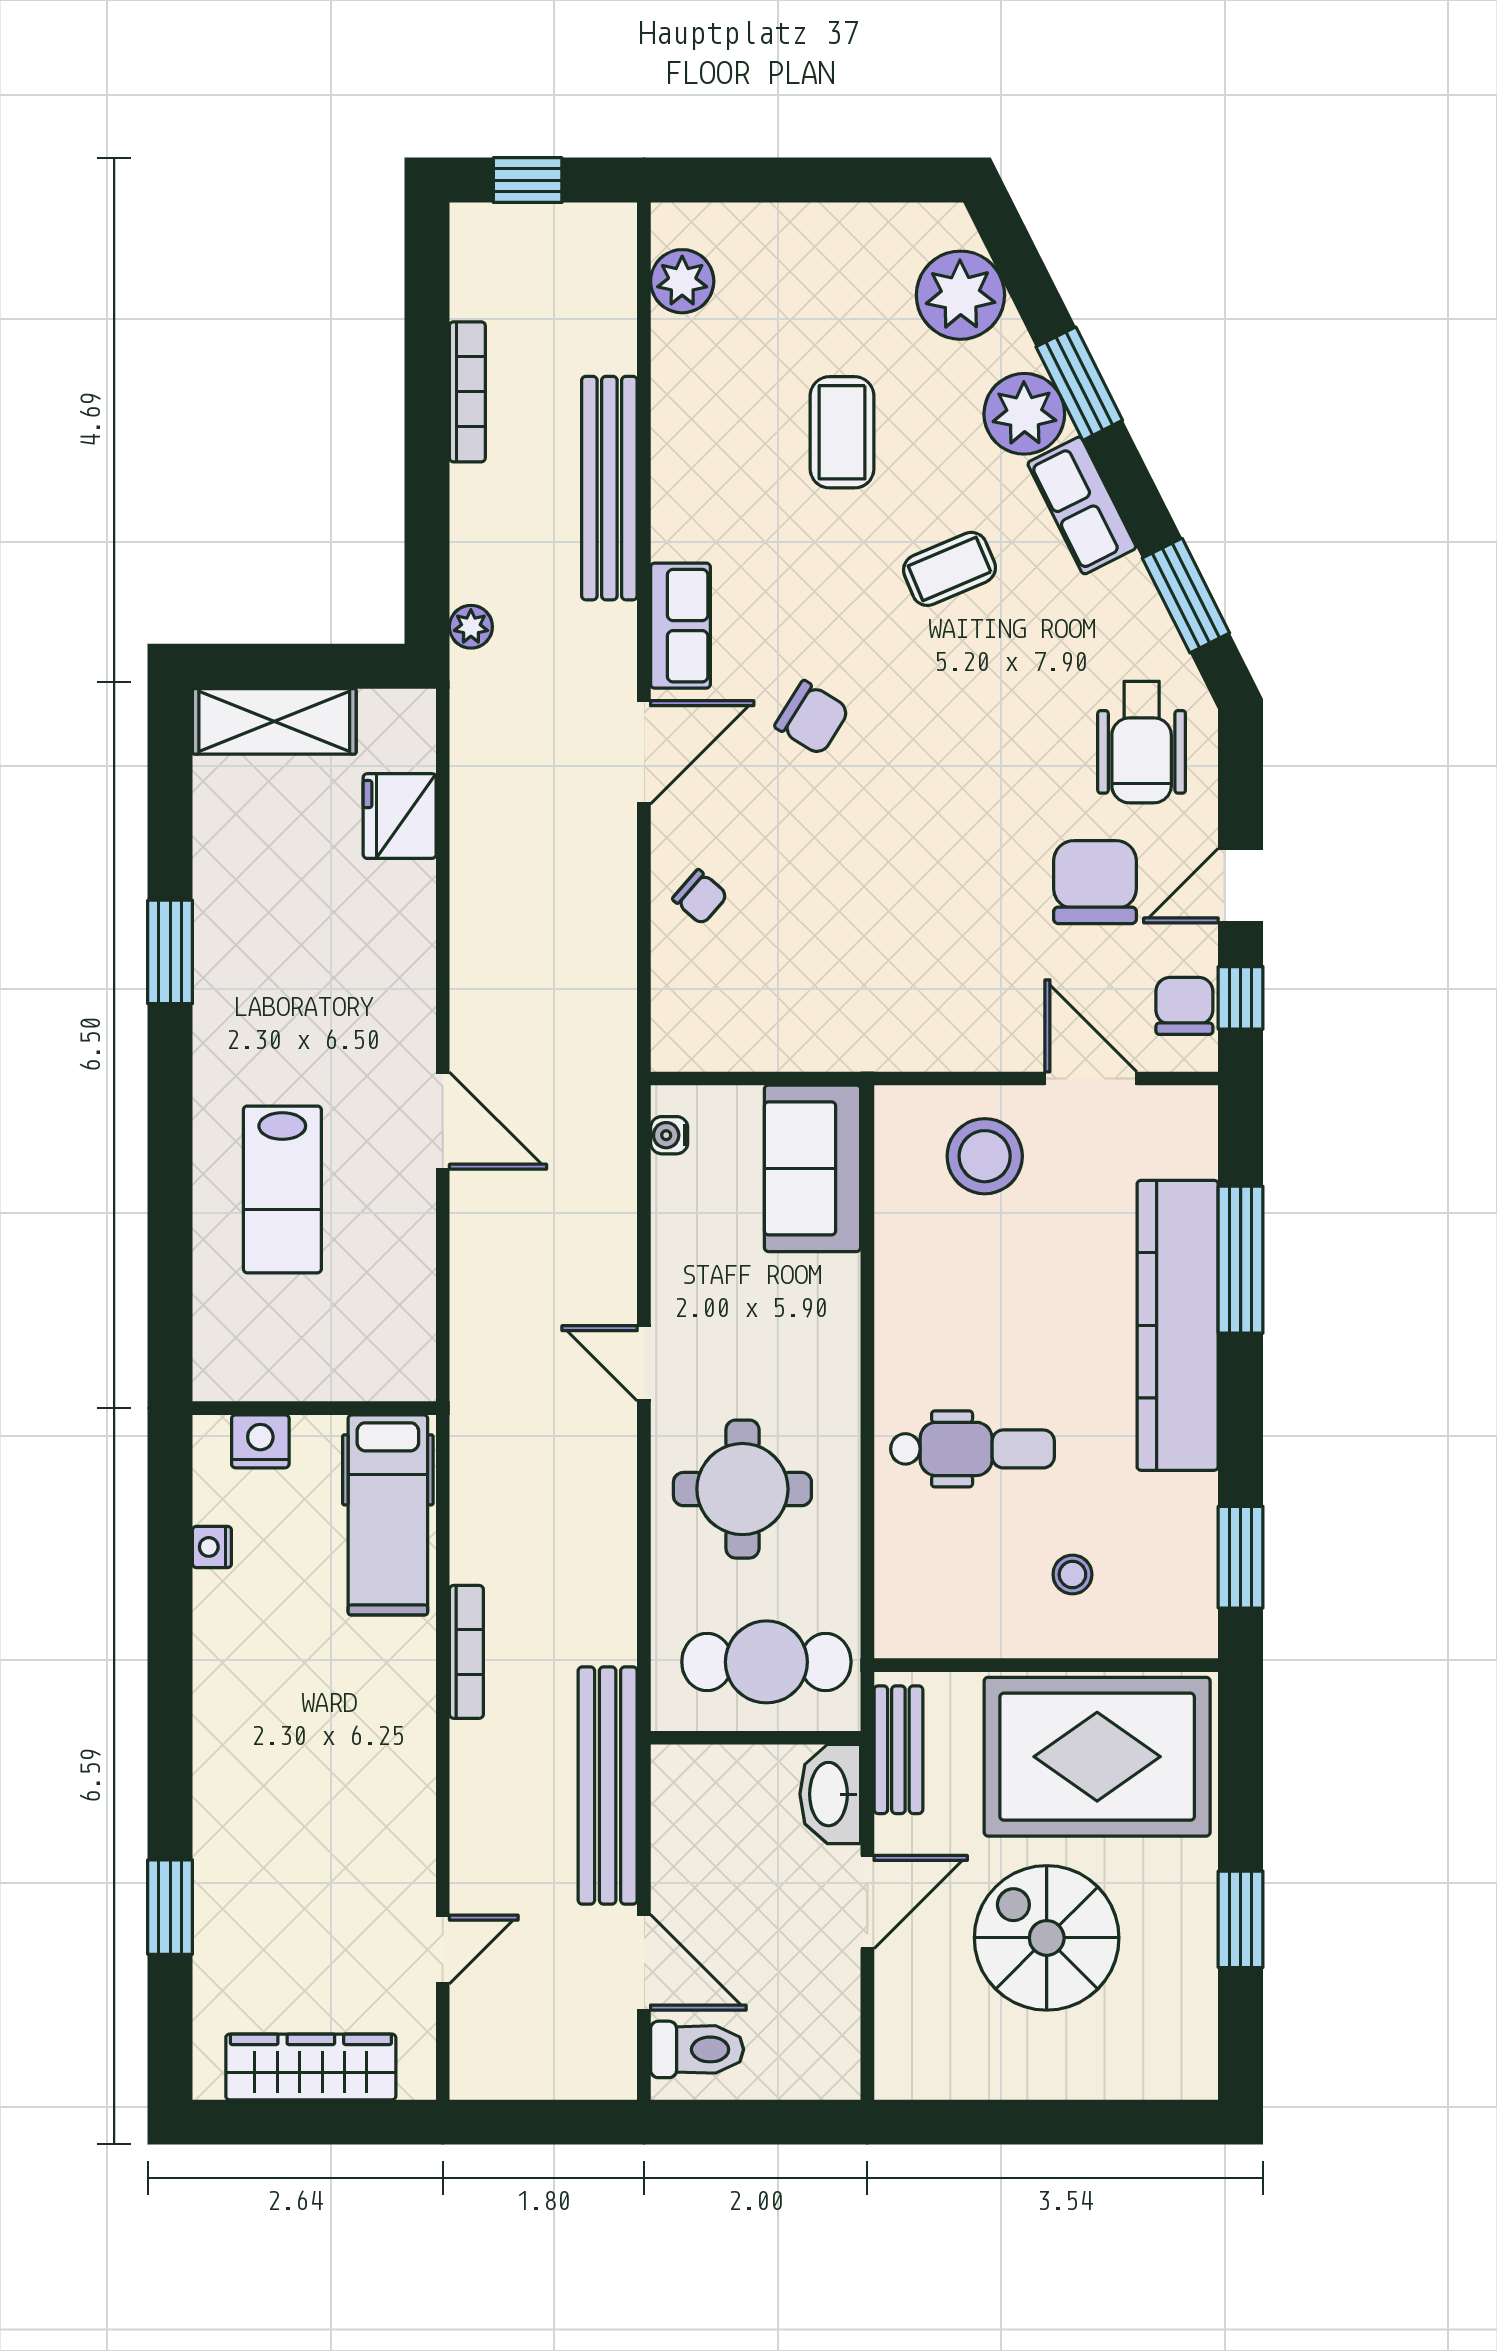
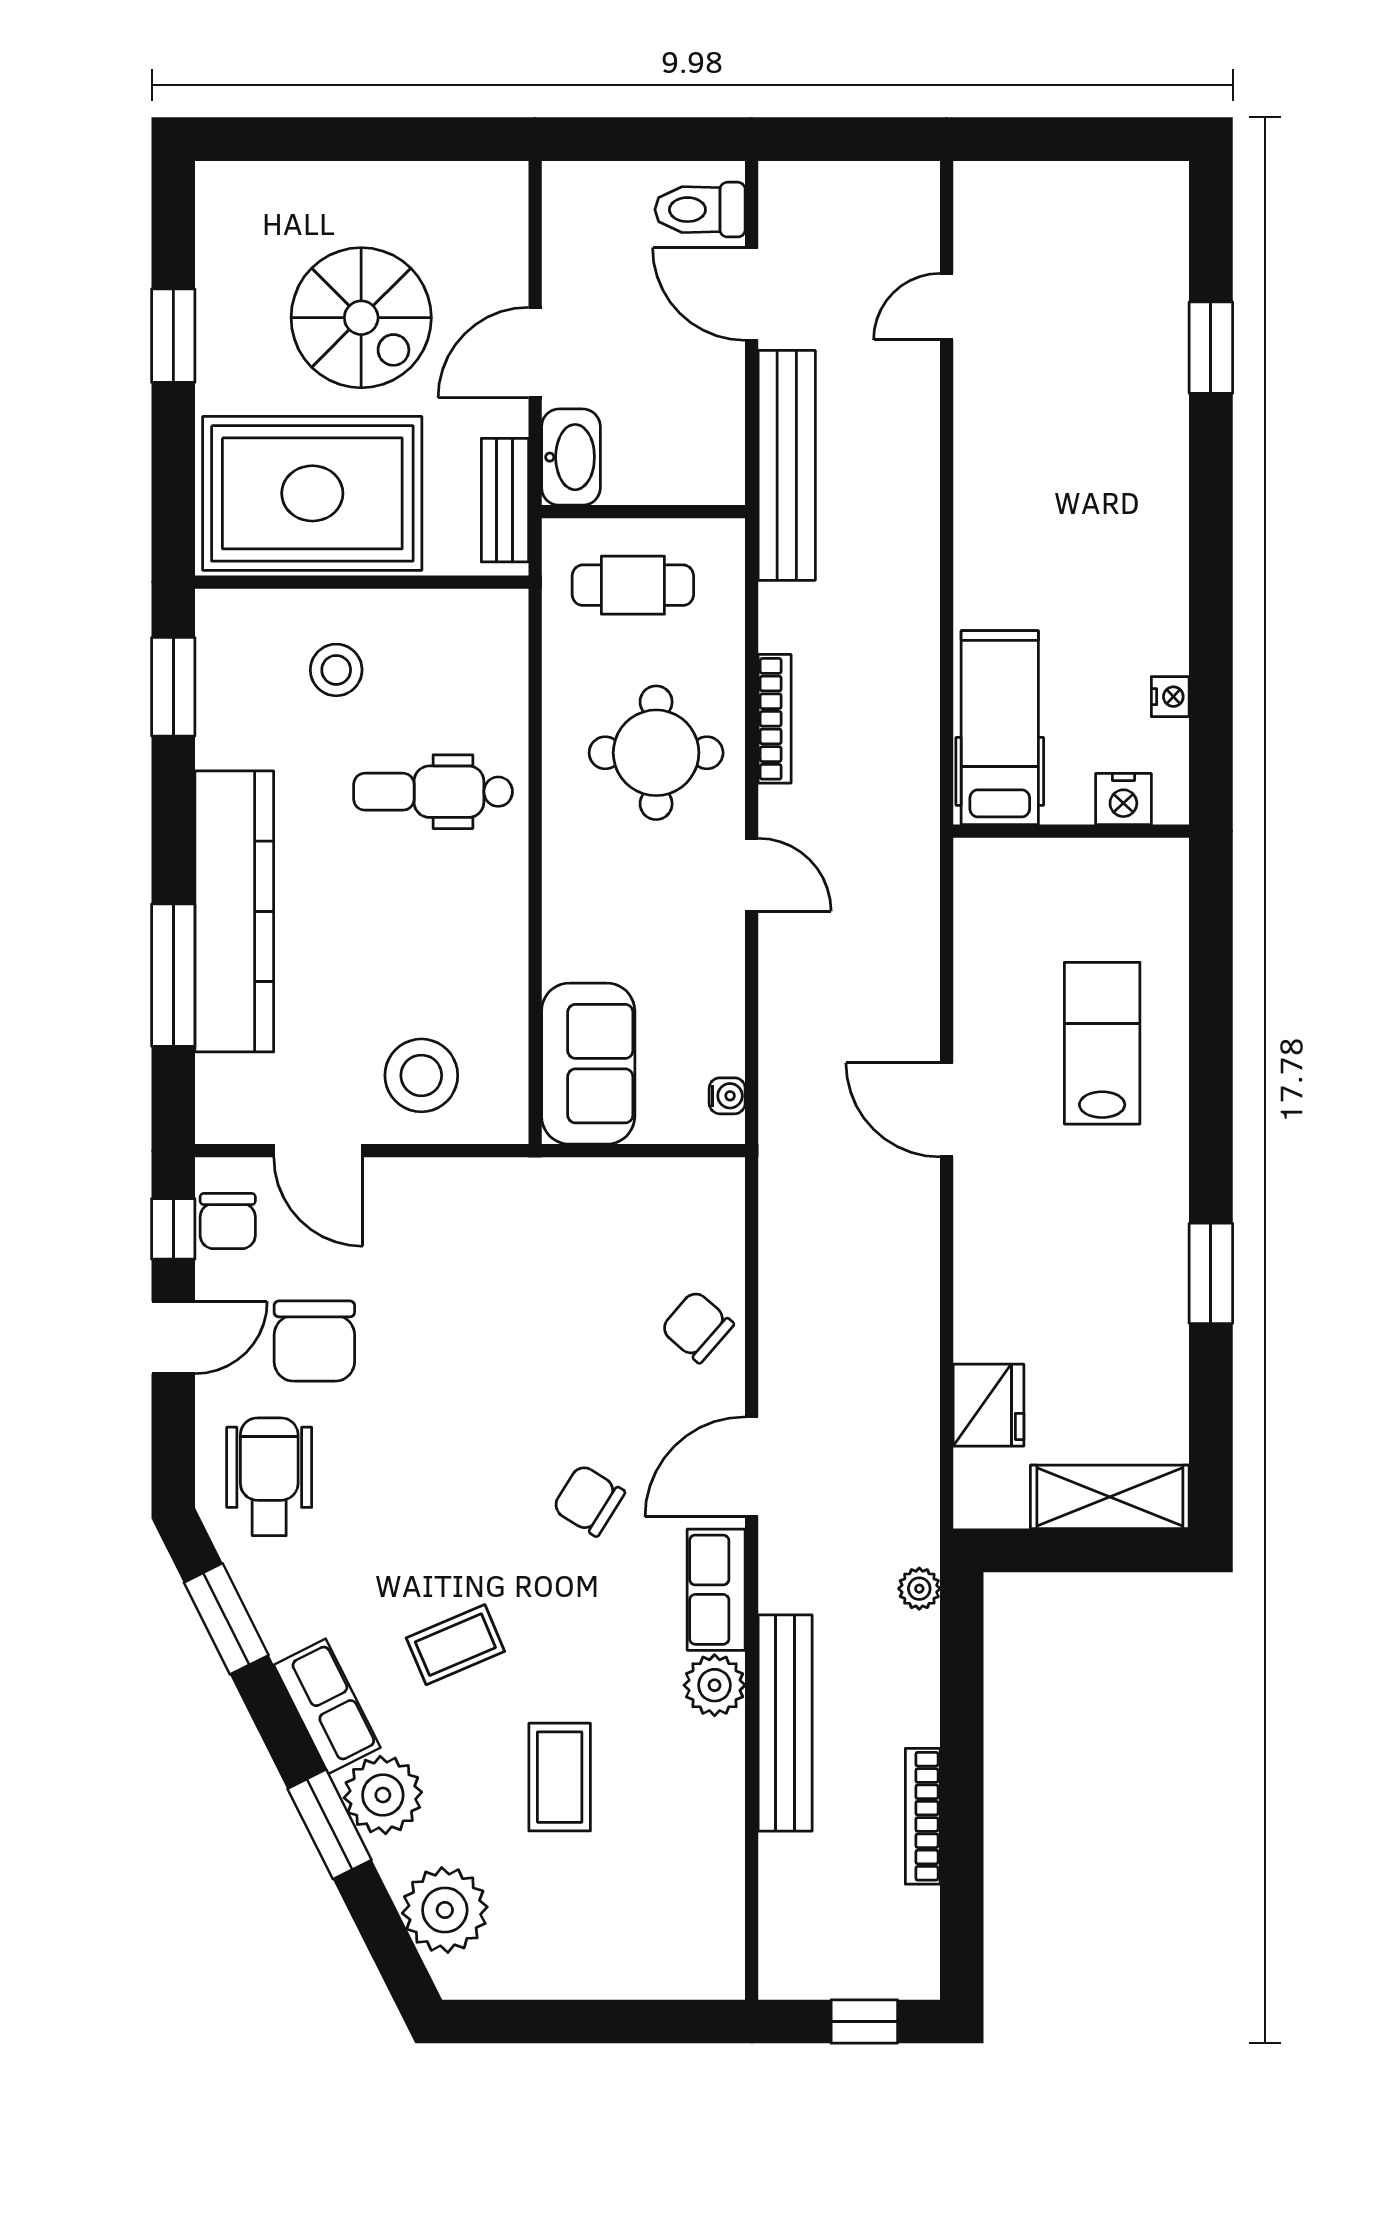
plant: (682, 281) -> (715, 1685), moved
chair: (700, 897) -> (697, 1327), width x1.37, depth x1.37
stool: (1072, 1574) -> (336, 670), width x1.37, depth x1.37
bookcase: (466, 1652) -> (775, 719), moved, turned 180
cafe table: (766, 1662) -> (633, 585), width x0.73, depth x0.74
wardrobe: (311, 2067) -> (1074, 193), removed

